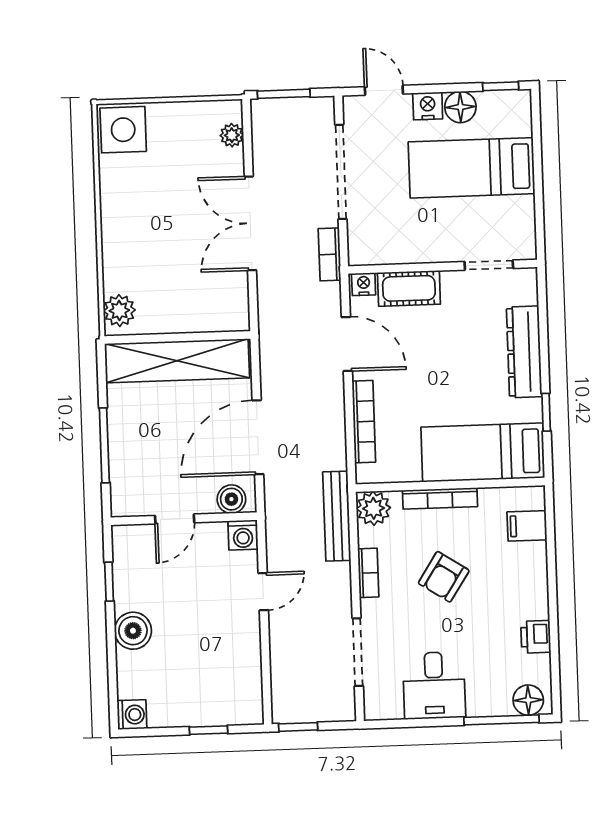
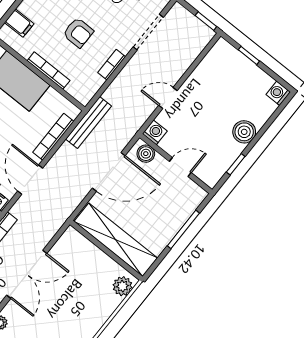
plant: (373, 508) -> (83, 93), removed
bench: (337, 516) -> (89, 122), moved
armchair: (444, 577) -> (78, 33), turned 57

